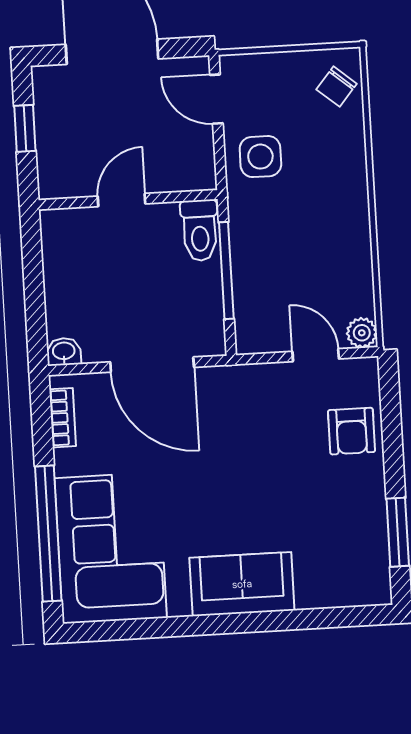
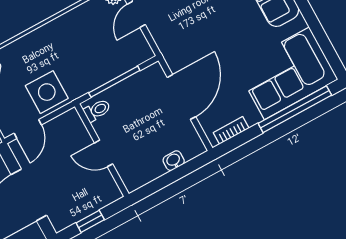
side table: (260, 157) -> (47, 92), width x1.37, depth x1.37
toilet: (200, 230) -> (97, 110), width x0.73, depth x0.72
washbasin: (64, 352) -> (174, 161), moved, turned 90

